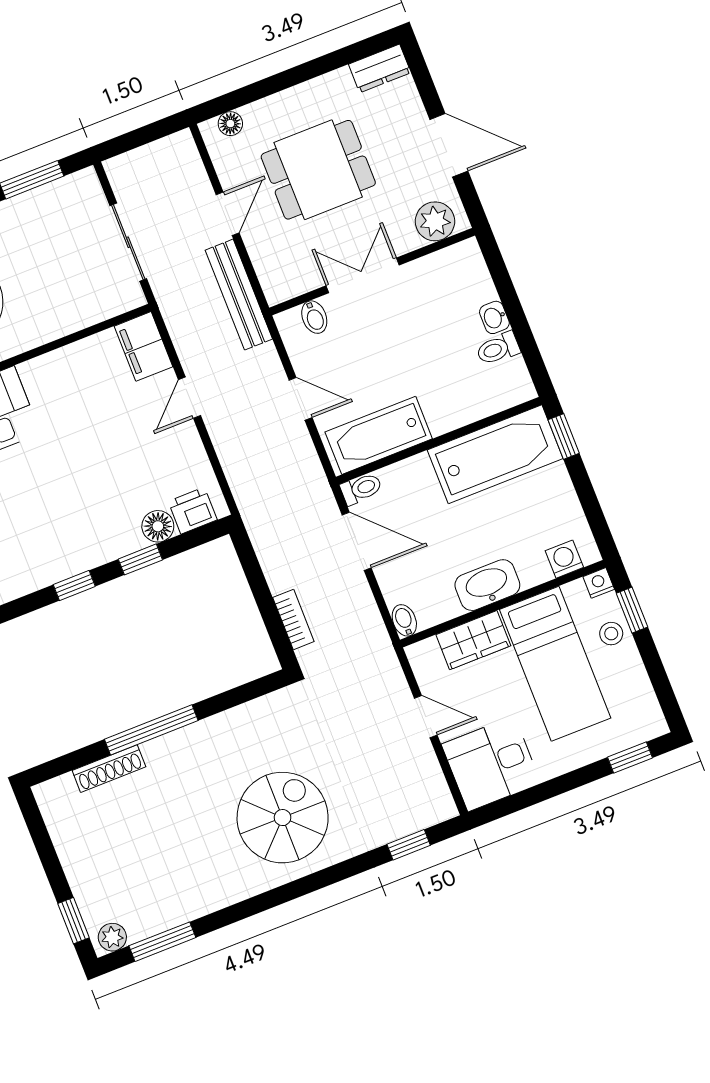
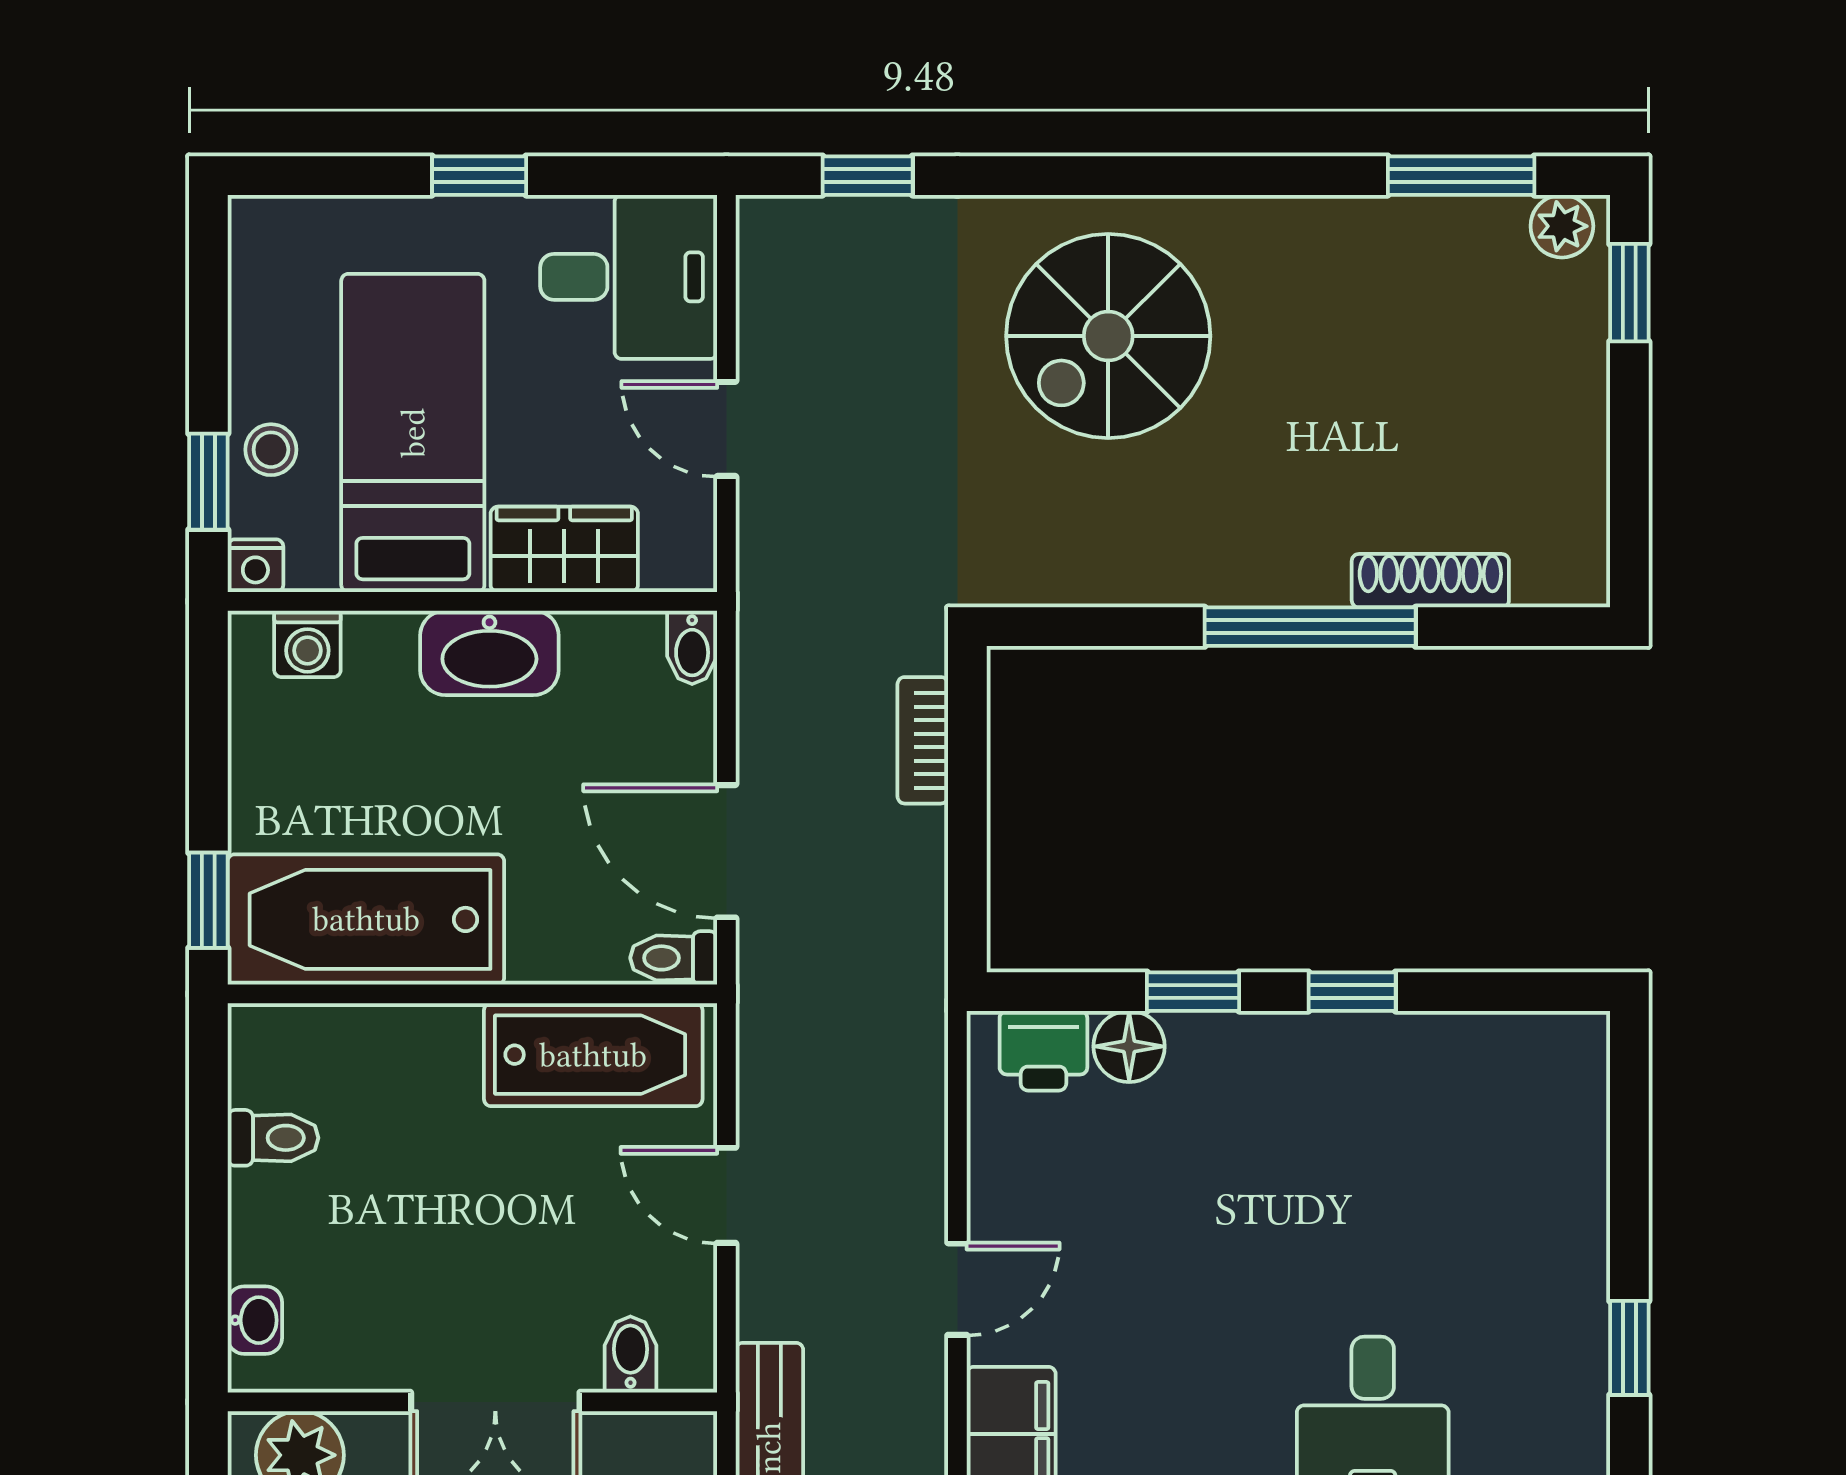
washbasin: (494, 317) -> (255, 1320), moved
window: (630, 757) -> (479, 176), moved

